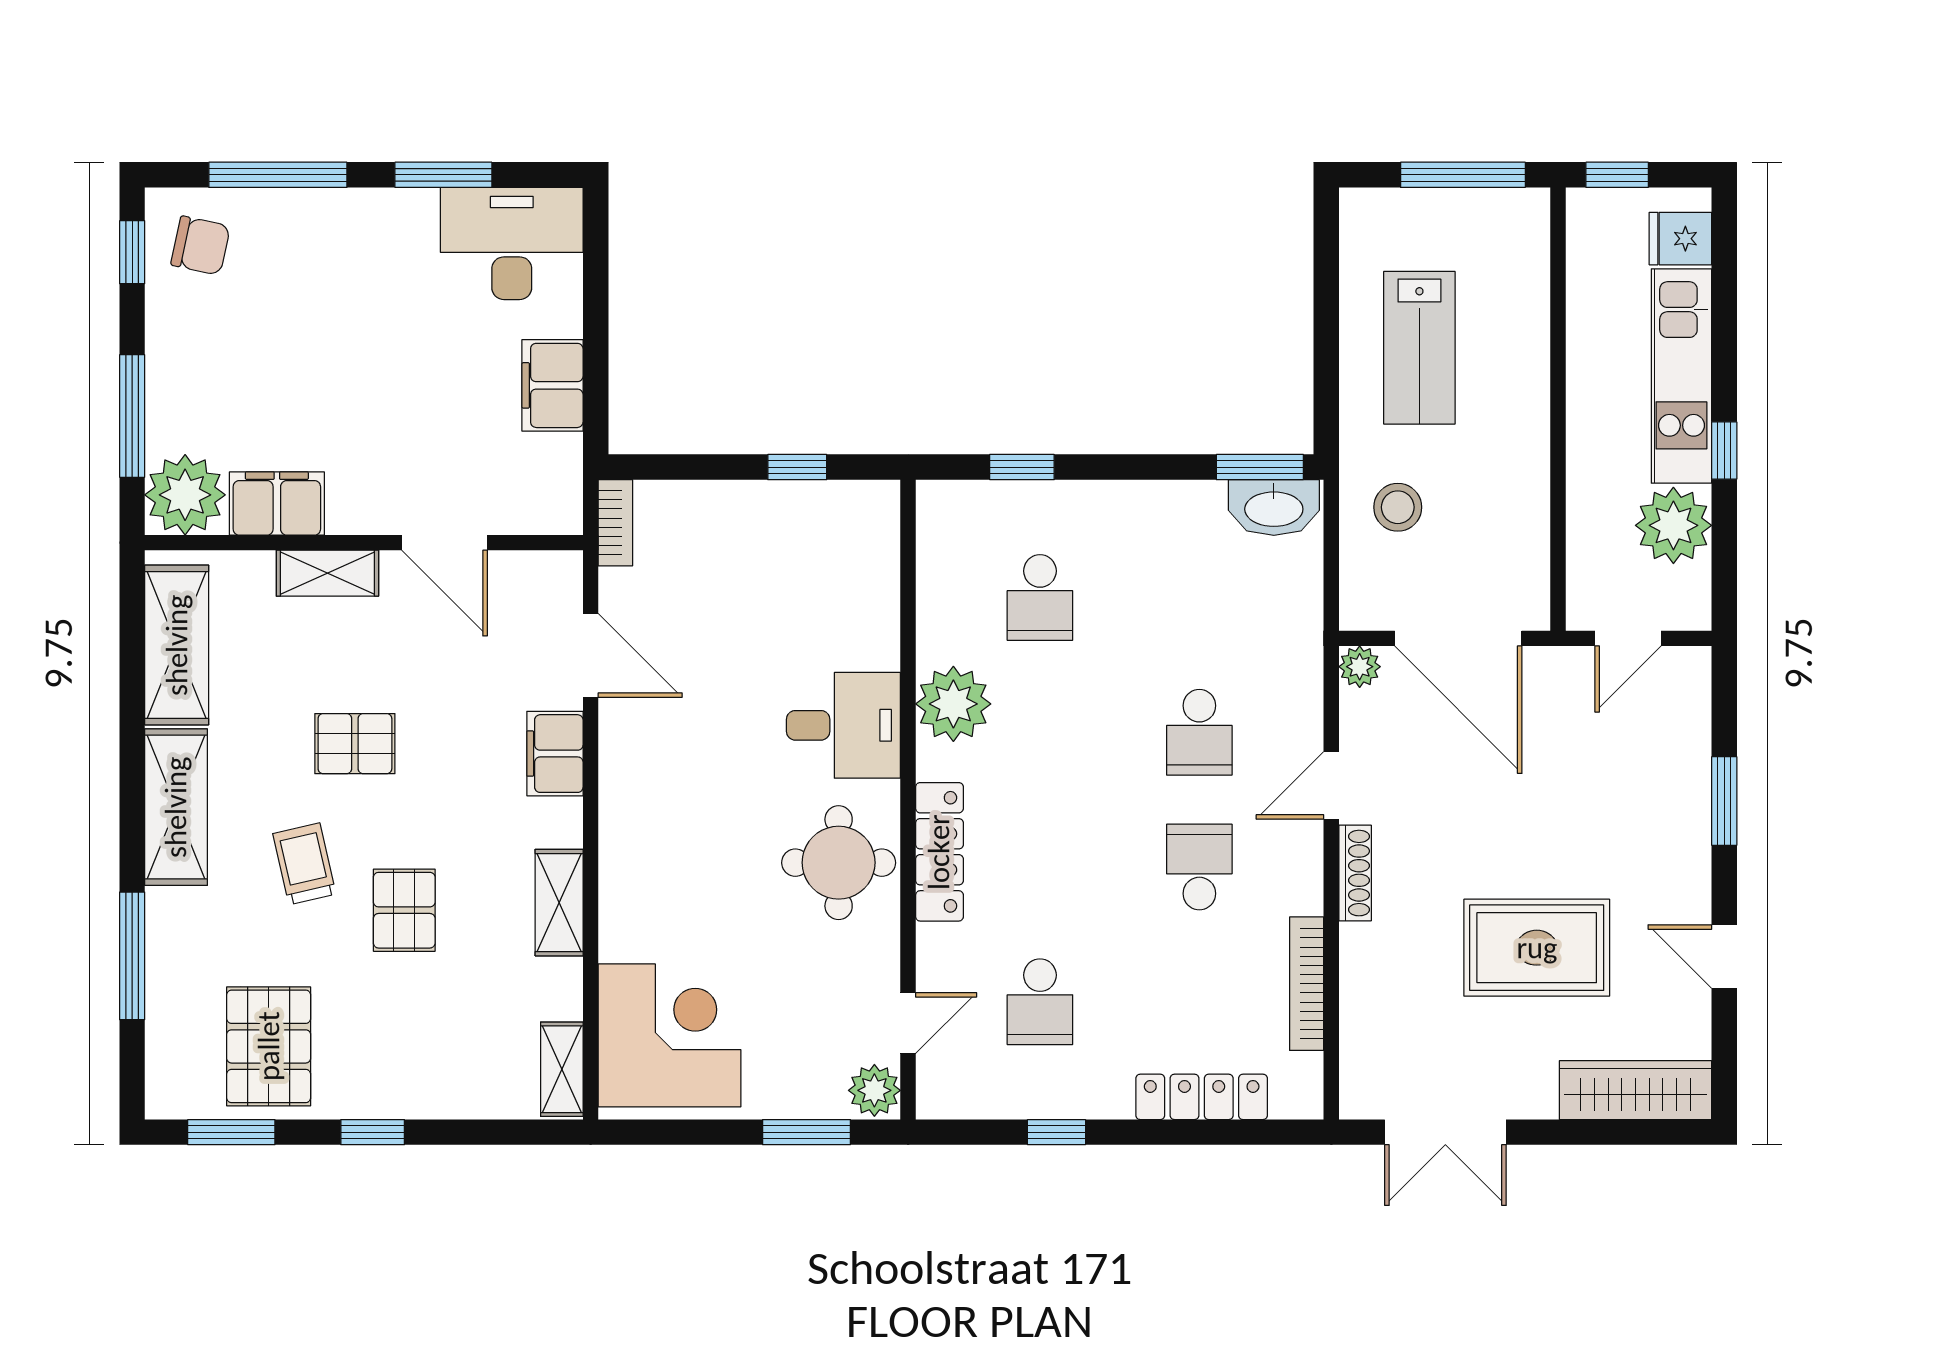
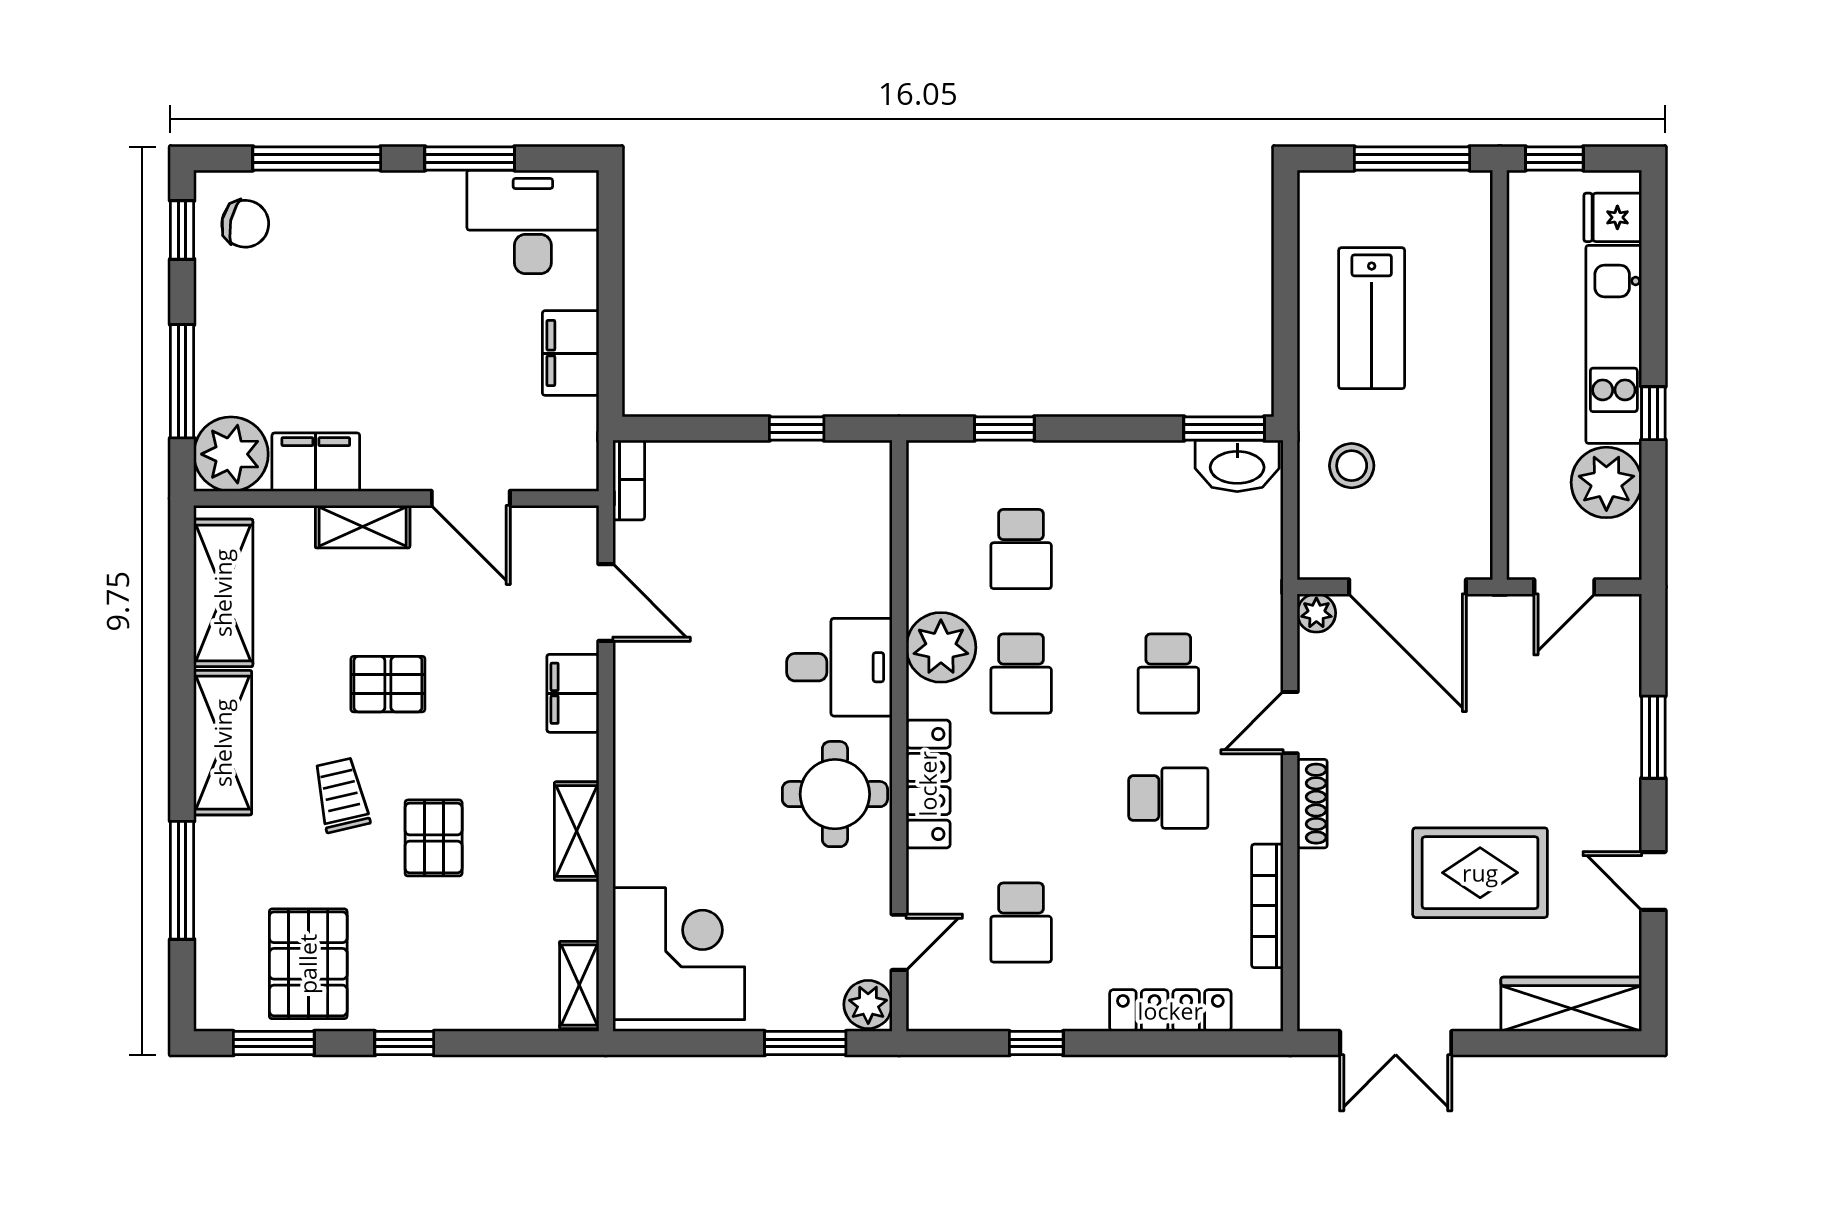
school desk: (1040, 732) -> (1021, 674), added
school desk: (1199, 867) -> (1168, 798), turned 90

